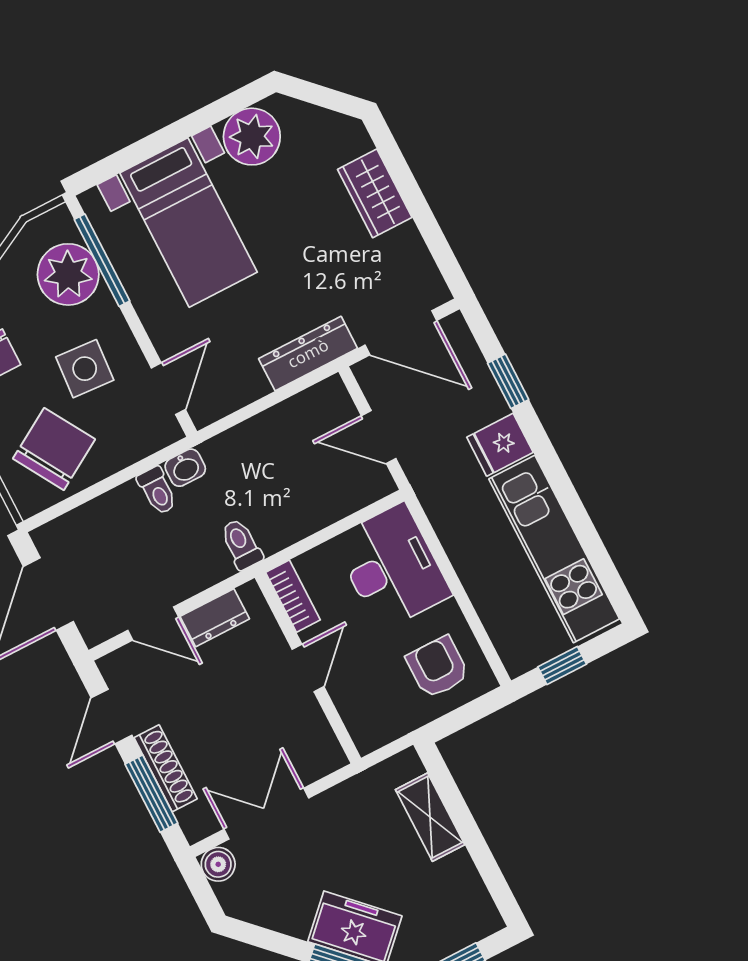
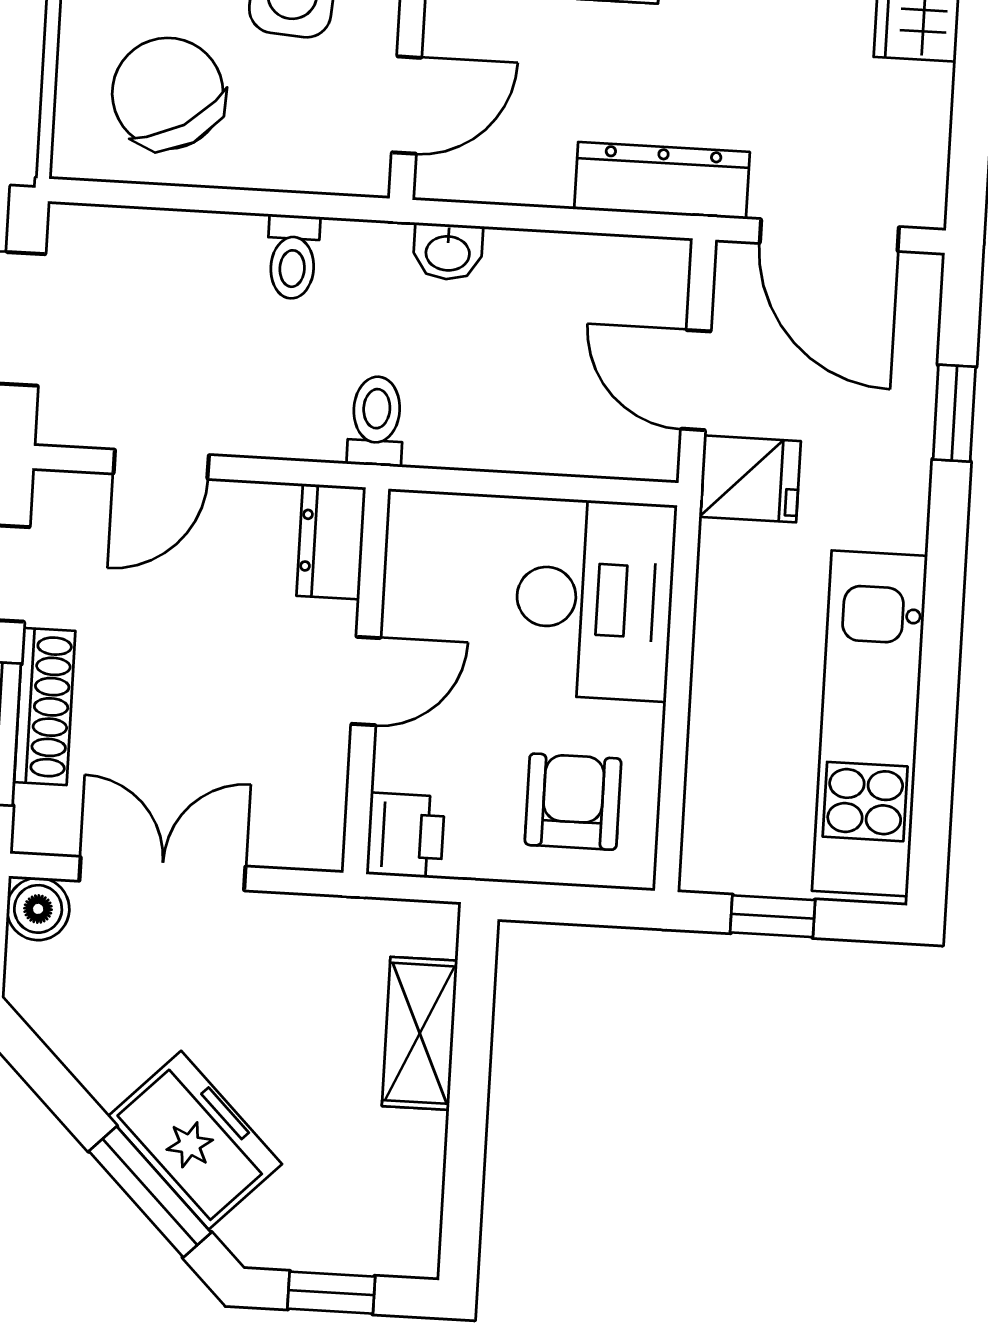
fridge: (500, 445) -> (750, 479), moved, turned 180
chair: (54, 449) -> (168, 93), turned -90
washbasin: (185, 468) -> (448, 252), moved
bookcase: (293, 596) -> (410, 552), removed
dresser: (215, 618) -> (331, 542), moved, turned 90
door: (153, 623) -> (161, 464), hinge flipped
printer: (369, 729) -> (405, 835), added

